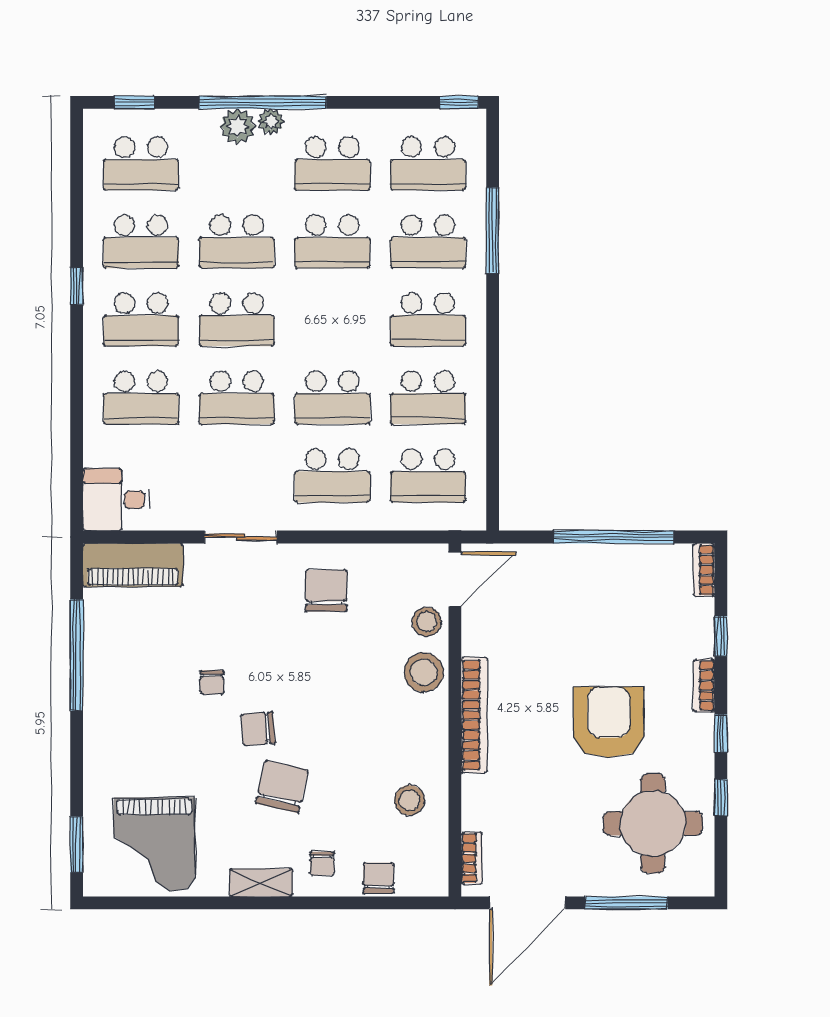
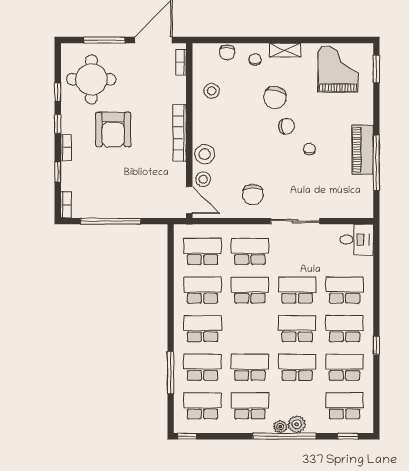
sliding door: (241, 537) -> (295, 221), width x1.37
piano: (133, 565) -> (363, 150), moved, turned -90
door: (455, 579) -> (189, 200), swing flipped

